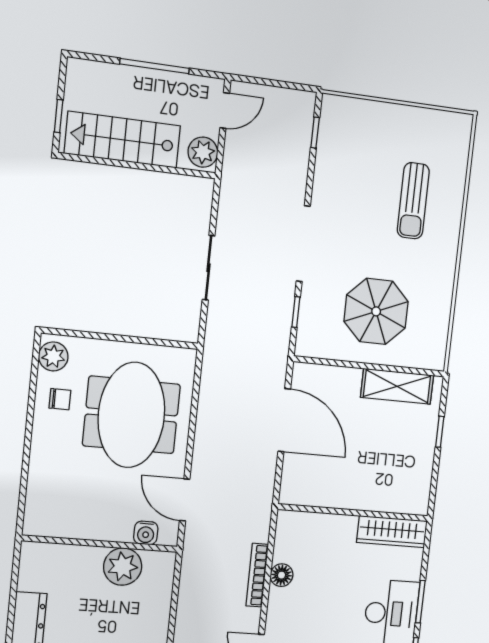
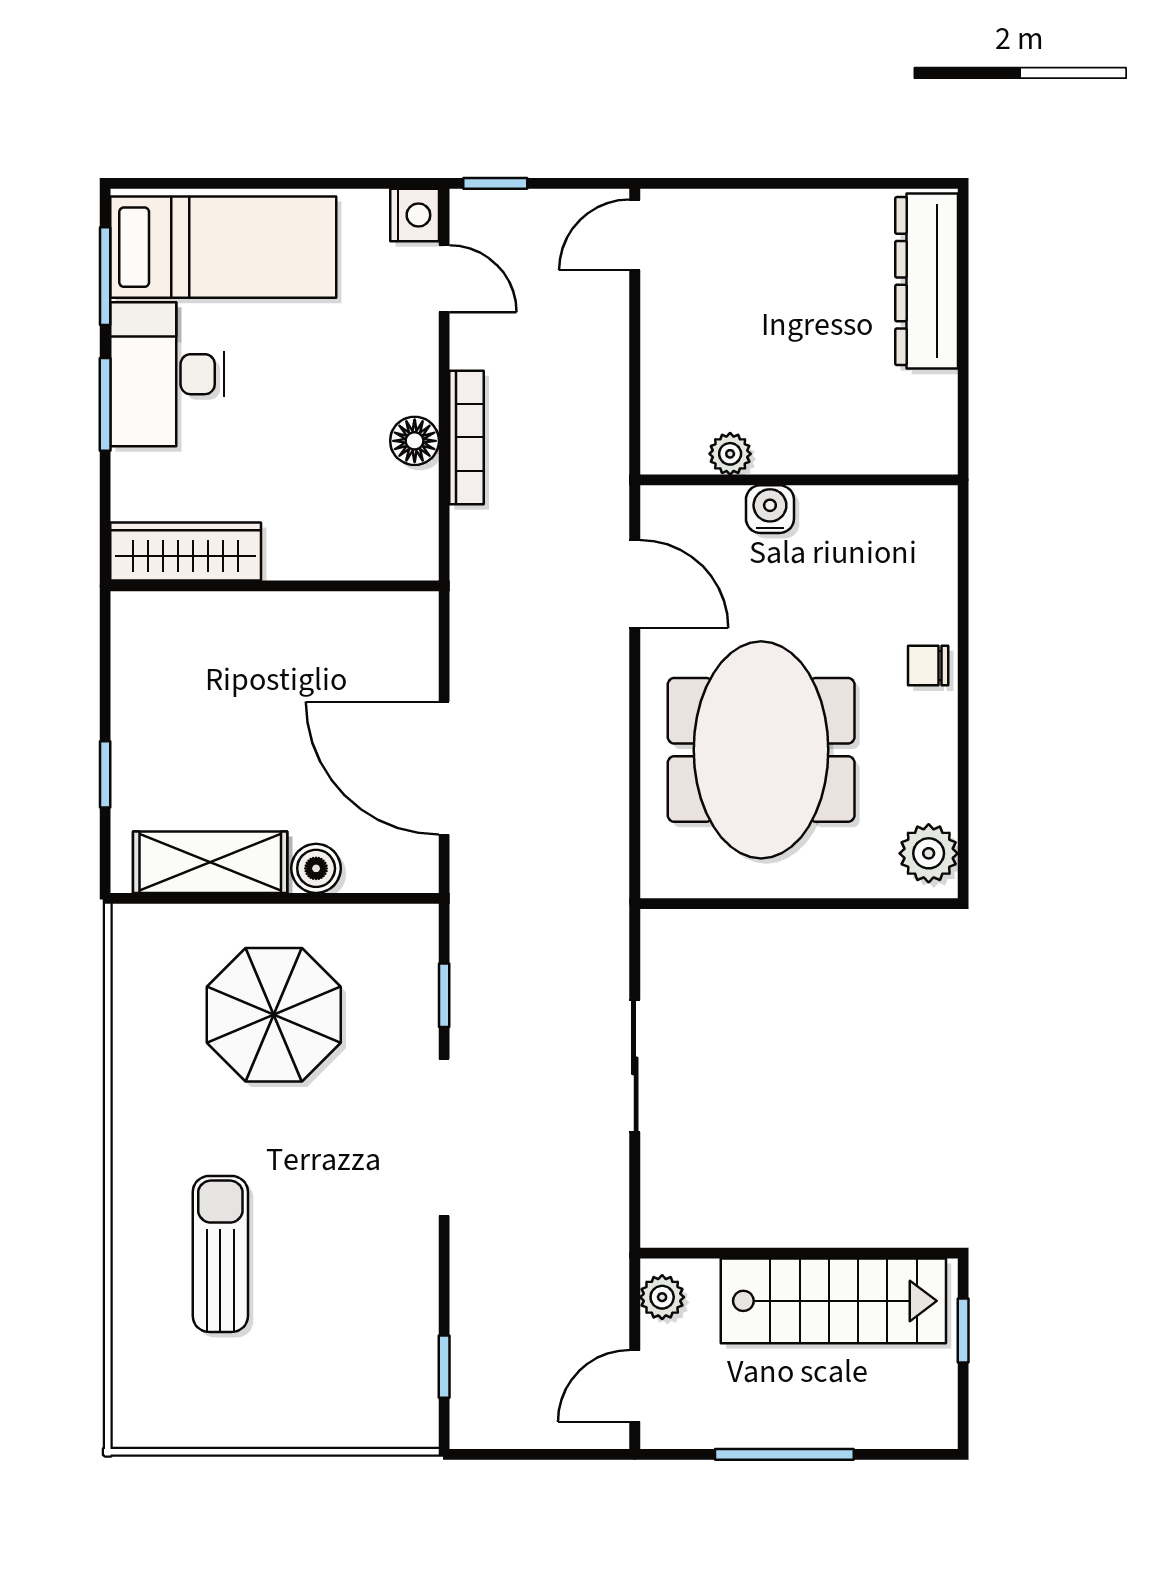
plant: (203, 152) -> (662, 1297), width x0.73, depth x0.73
boiler: (349, 379) -> (316, 868), added
chair: (60, 399) -> (928, 666), moved
water cooler: (146, 533) -> (770, 509), moved
plant: (123, 567) -> (730, 454), width x0.53, depth x0.53

